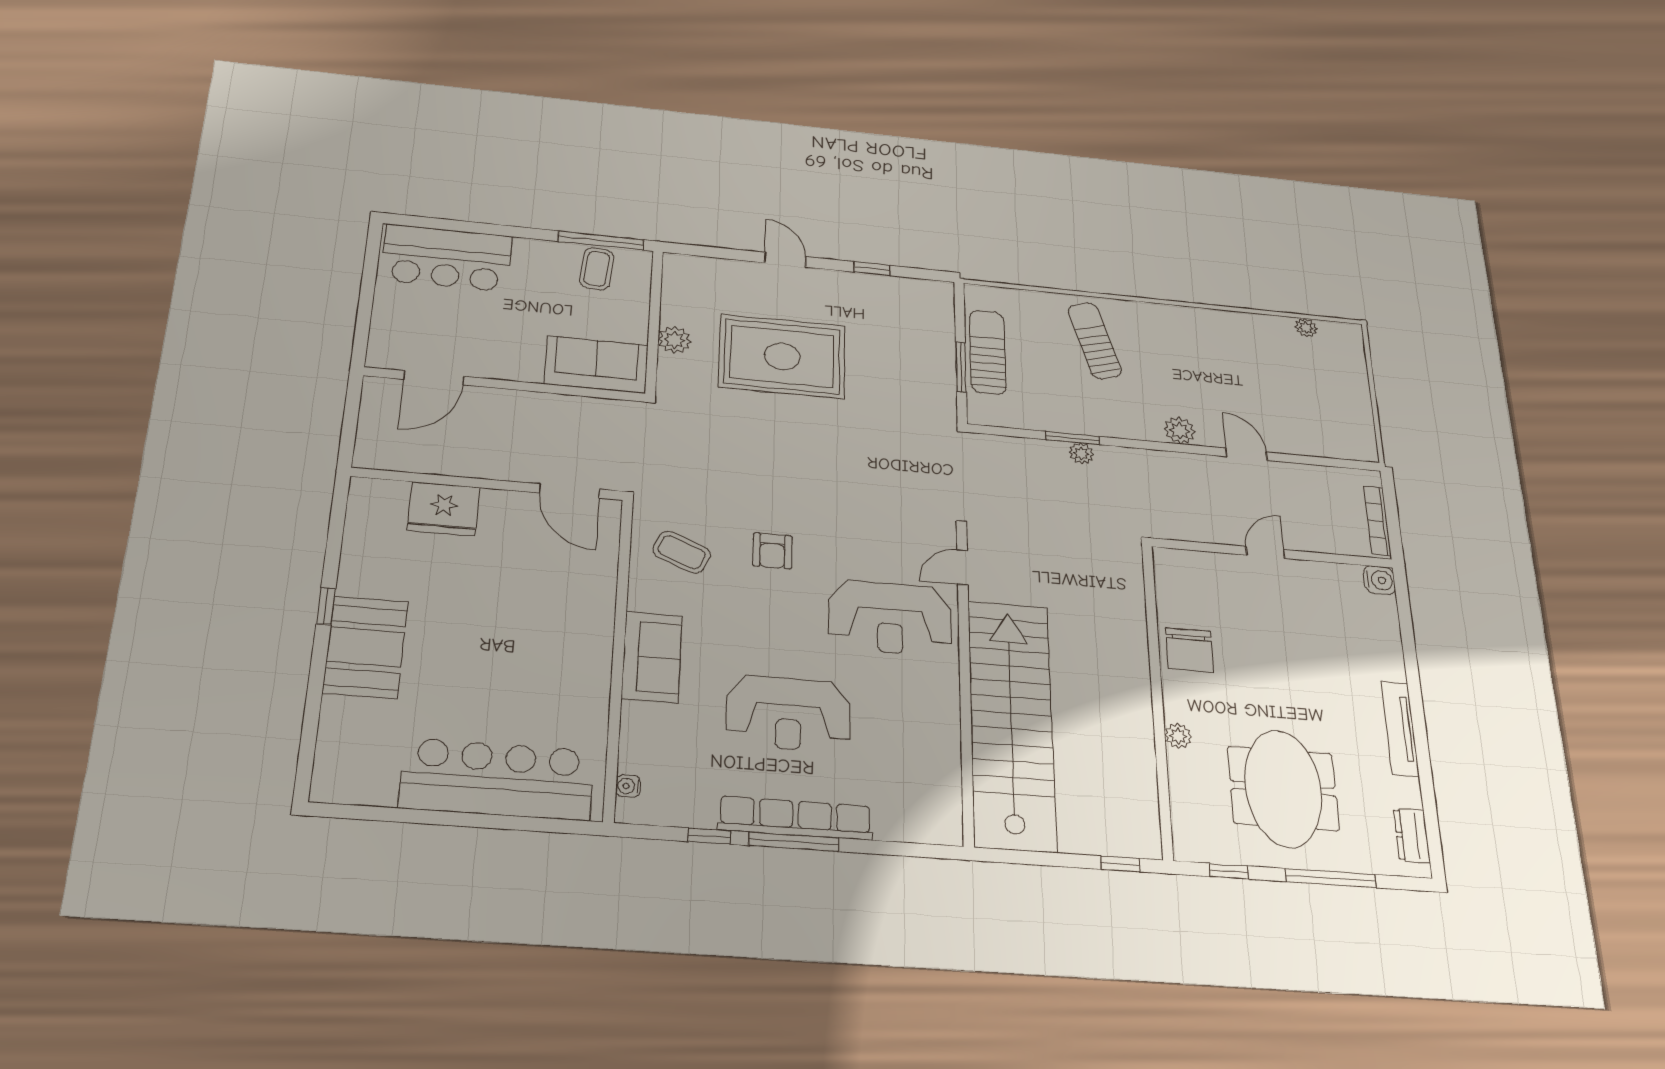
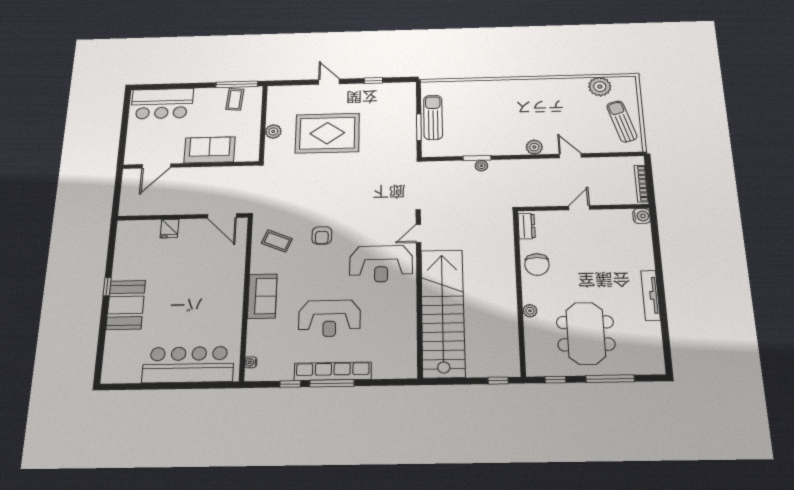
plant: (1306, 328) -> (600, 87), width x1.88, depth x1.88
sun lounger: (1095, 341) -> (622, 121), moved
sofa: (596, 365) -> (210, 150), moved
fridge: (444, 509) -> (169, 229), width x0.53, depth x0.75
dresser: (1412, 835) -> (527, 226), moved, turned 180

